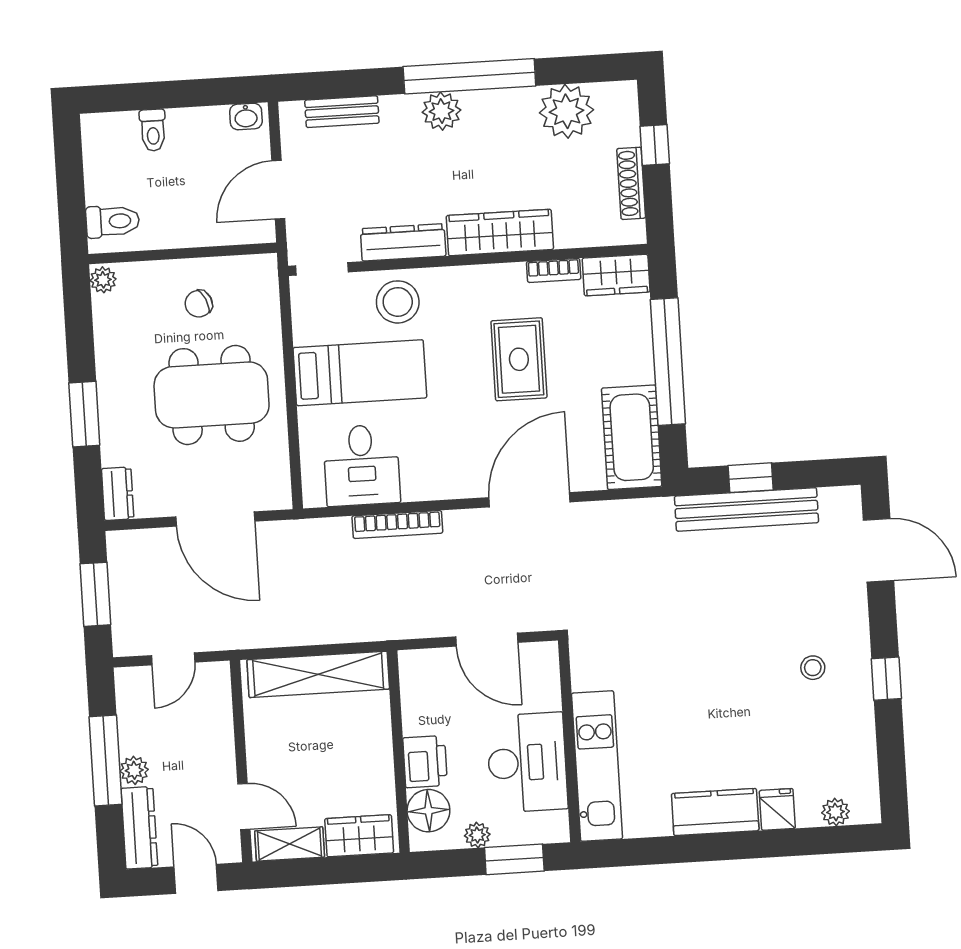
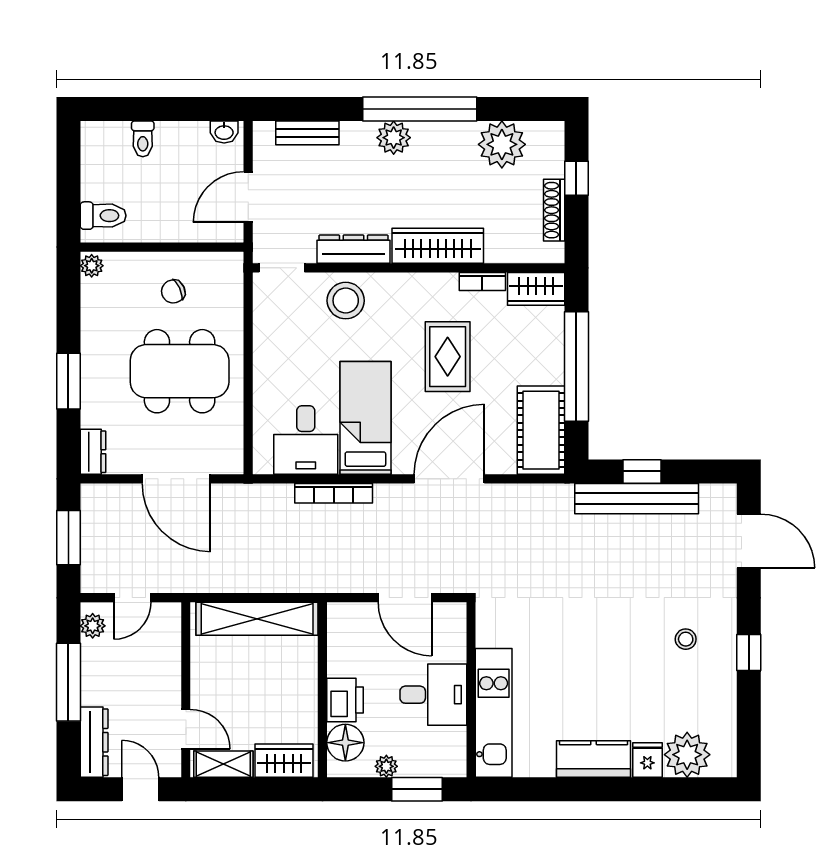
bed: (360, 373) -> (365, 418), moved, turned -90
desk: (527, 762) -> (433, 695), width x0.73
plant: (134, 770) -> (93, 626), moved
plant: (836, 812) -> (687, 755), width x1.88, depth x1.88

